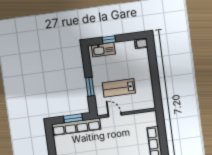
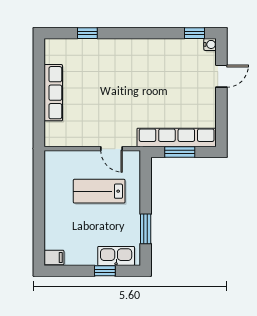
window: (90, 87) -> (146, 229), moved
lab bench: (119, 88) -> (99, 191), turned 180

